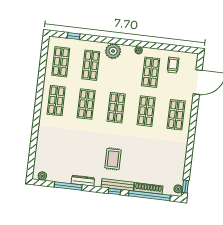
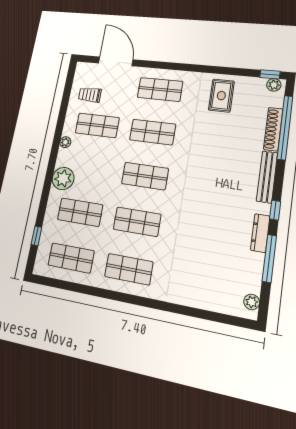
rug: (113, 159) -> (221, 96), moved, turned 90
window: (114, 191) -> (275, 210), moved

